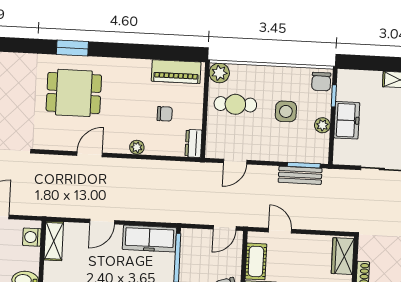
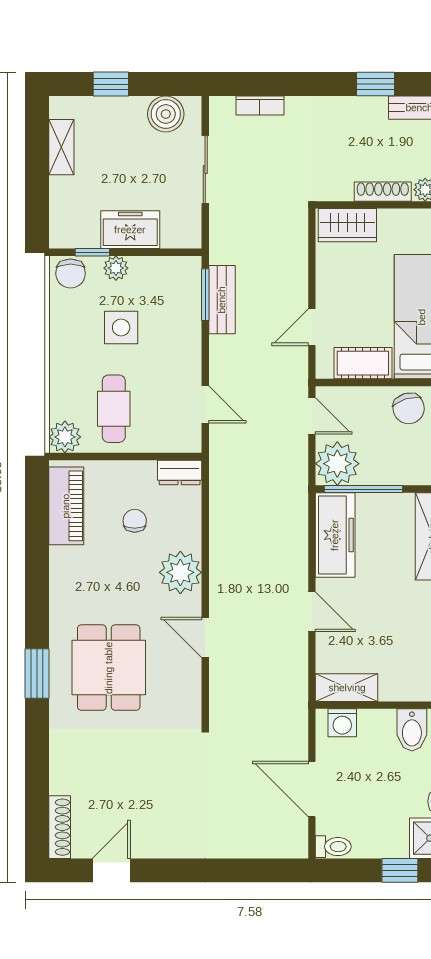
chair: (321, 82) -> (71, 273), turned 90
plant: (322, 125) -> (116, 268), moved
plant: (137, 147) -> (180, 572), width x1.87, depth x1.87
plant: (194, 242) -> (337, 464), added

